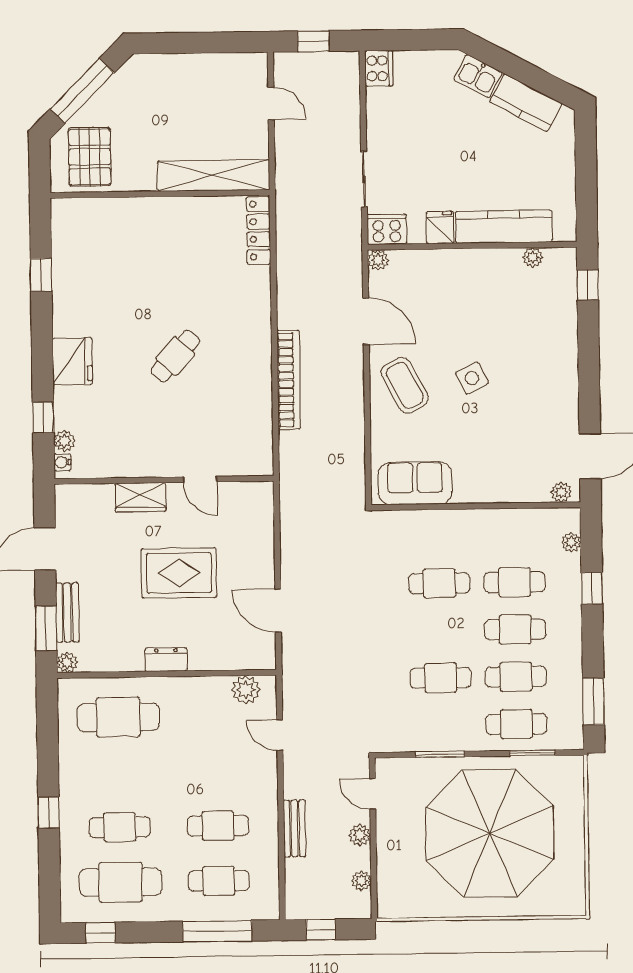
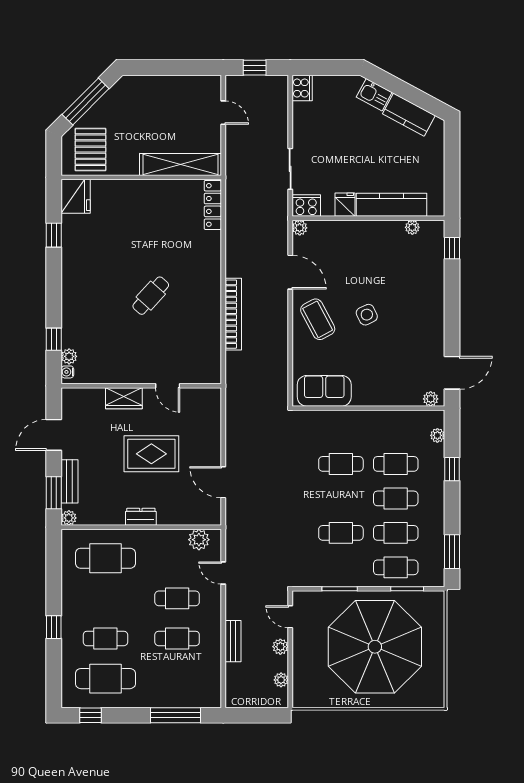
fridge: (72, 361) -> (76, 196), moved
cafe table: (219, 881) -> (177, 598), moved
window: (321, 930) -> (251, 715), removed

